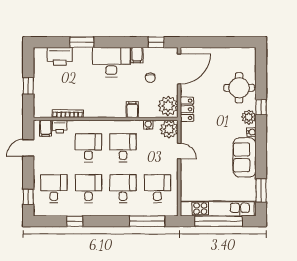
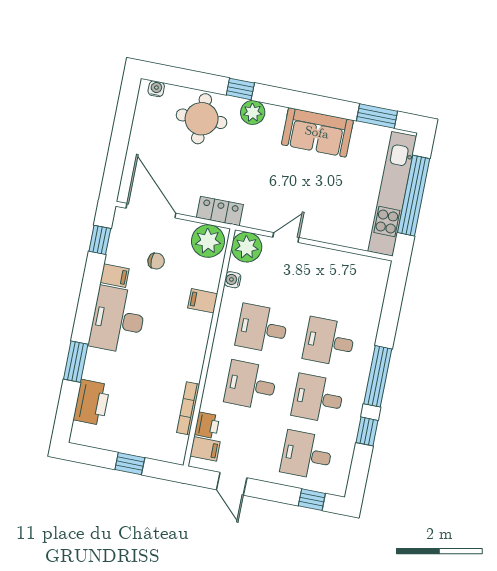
water cooler: (251, 132) -> (156, 89), moved
desk: (157, 189) -> (340, 285), removed
window: (147, 221) -> (378, 376), moved

